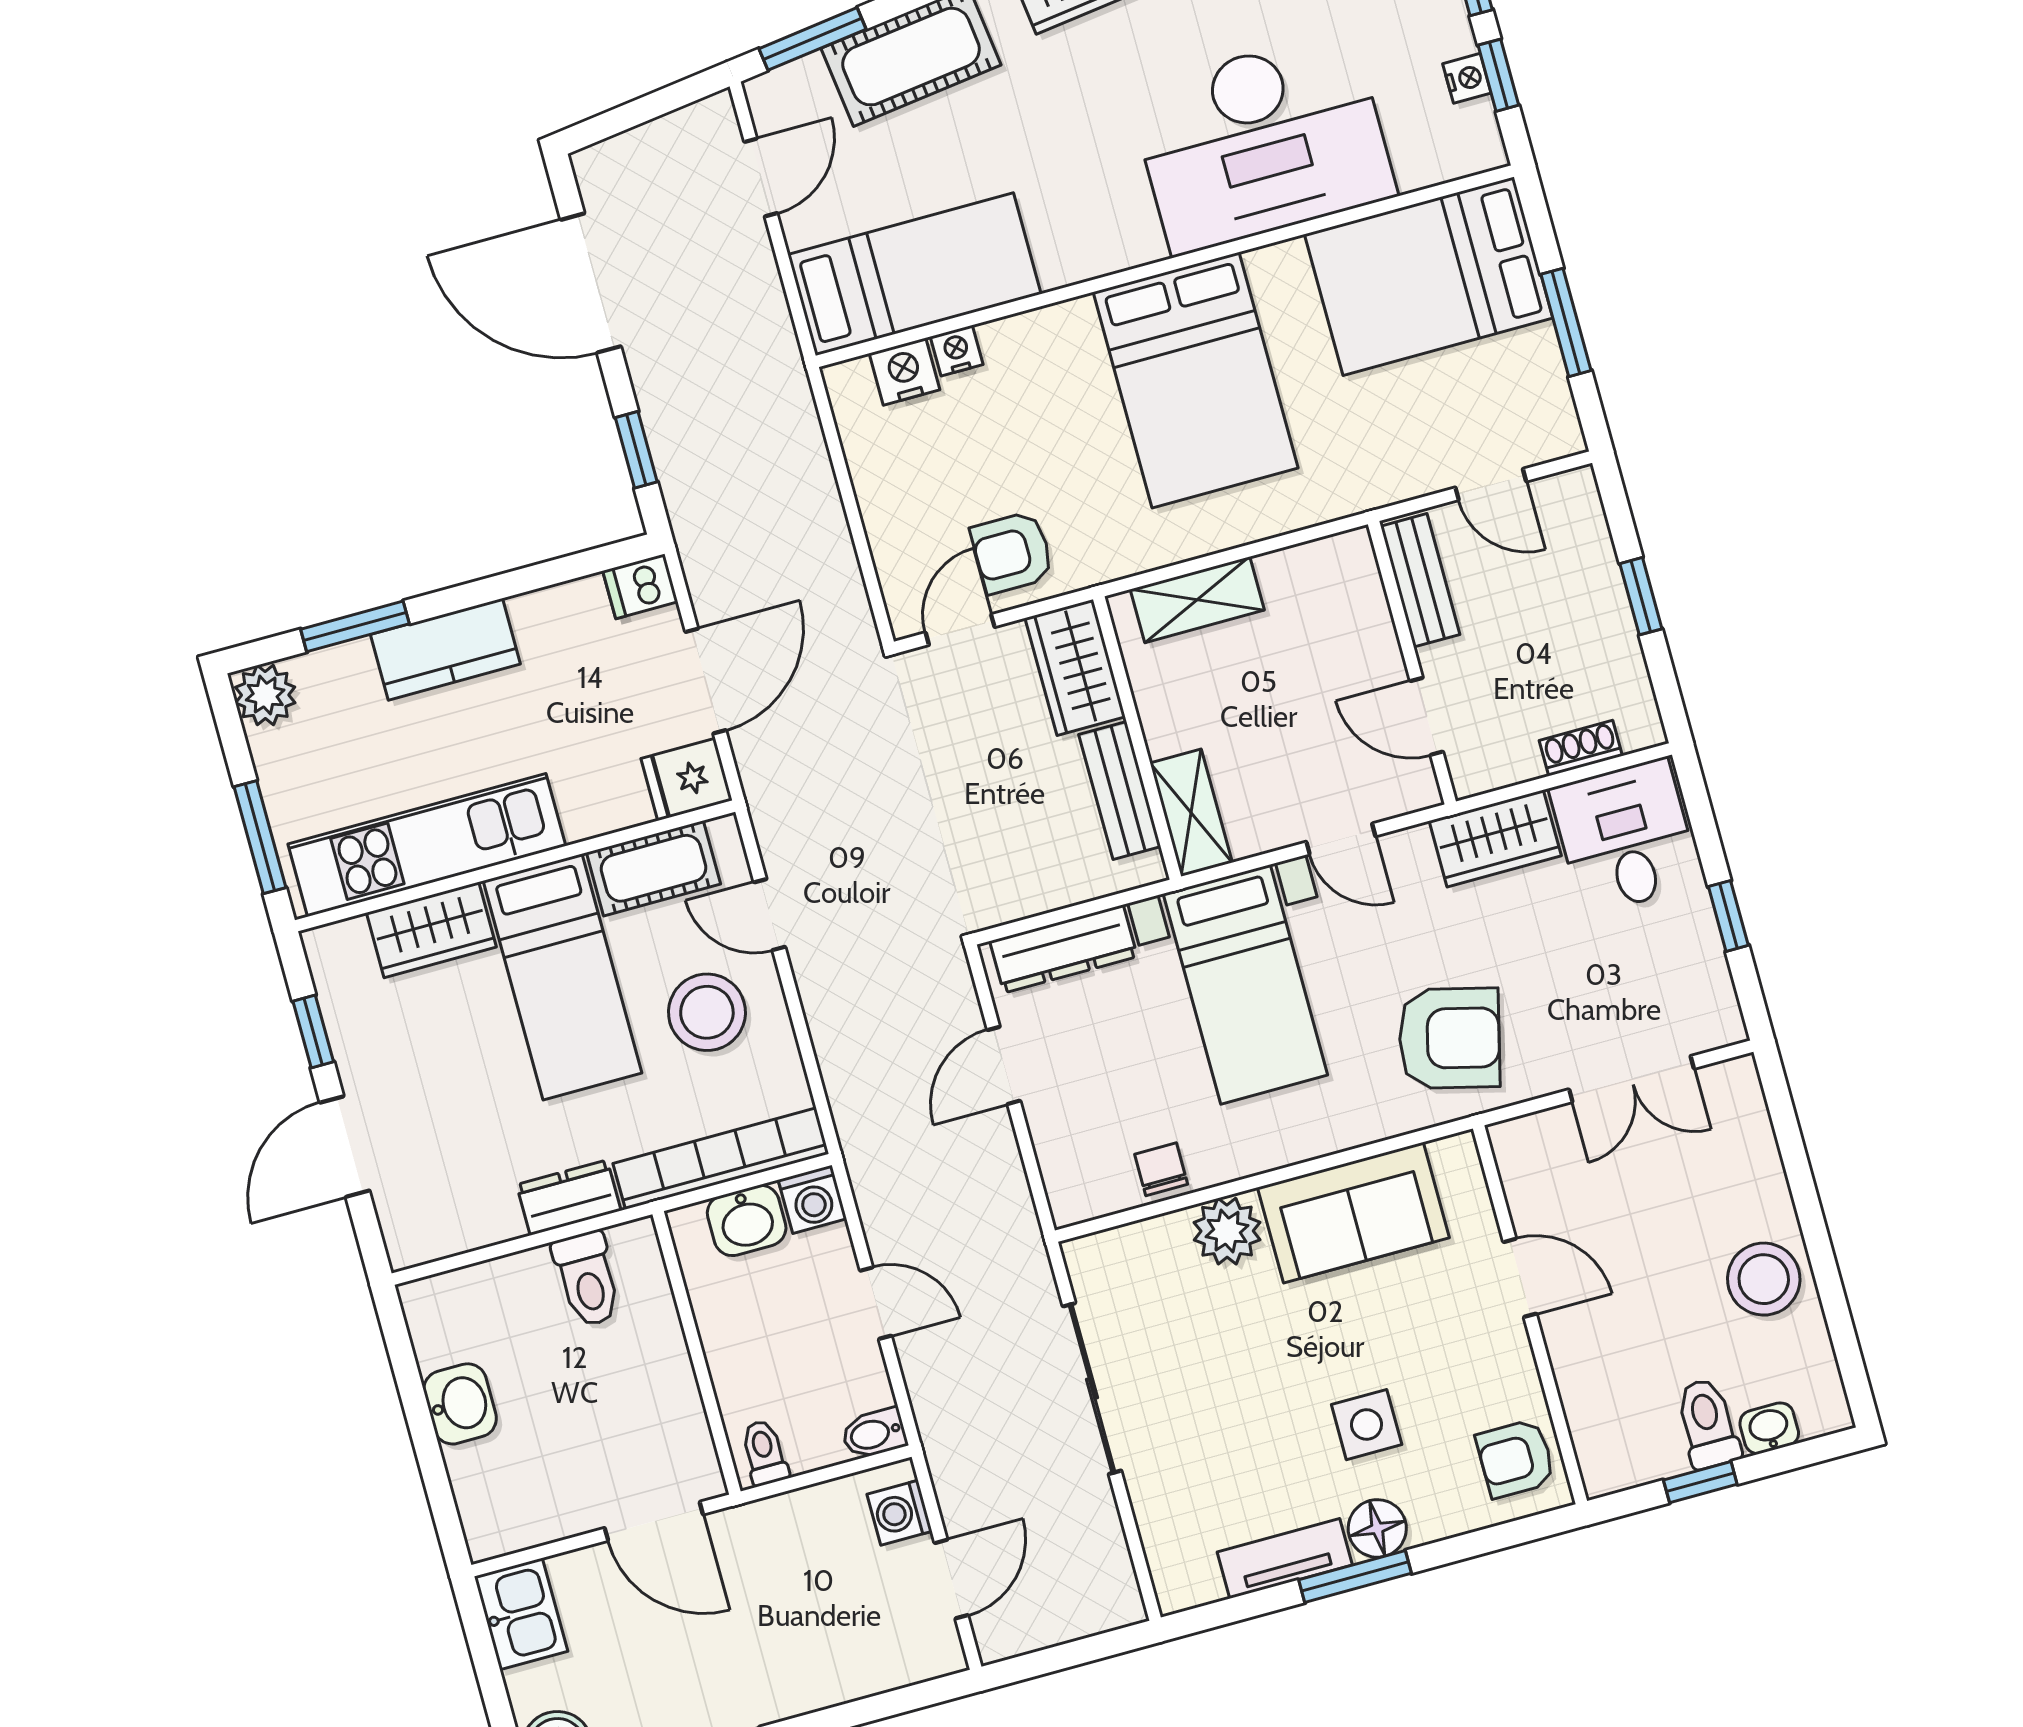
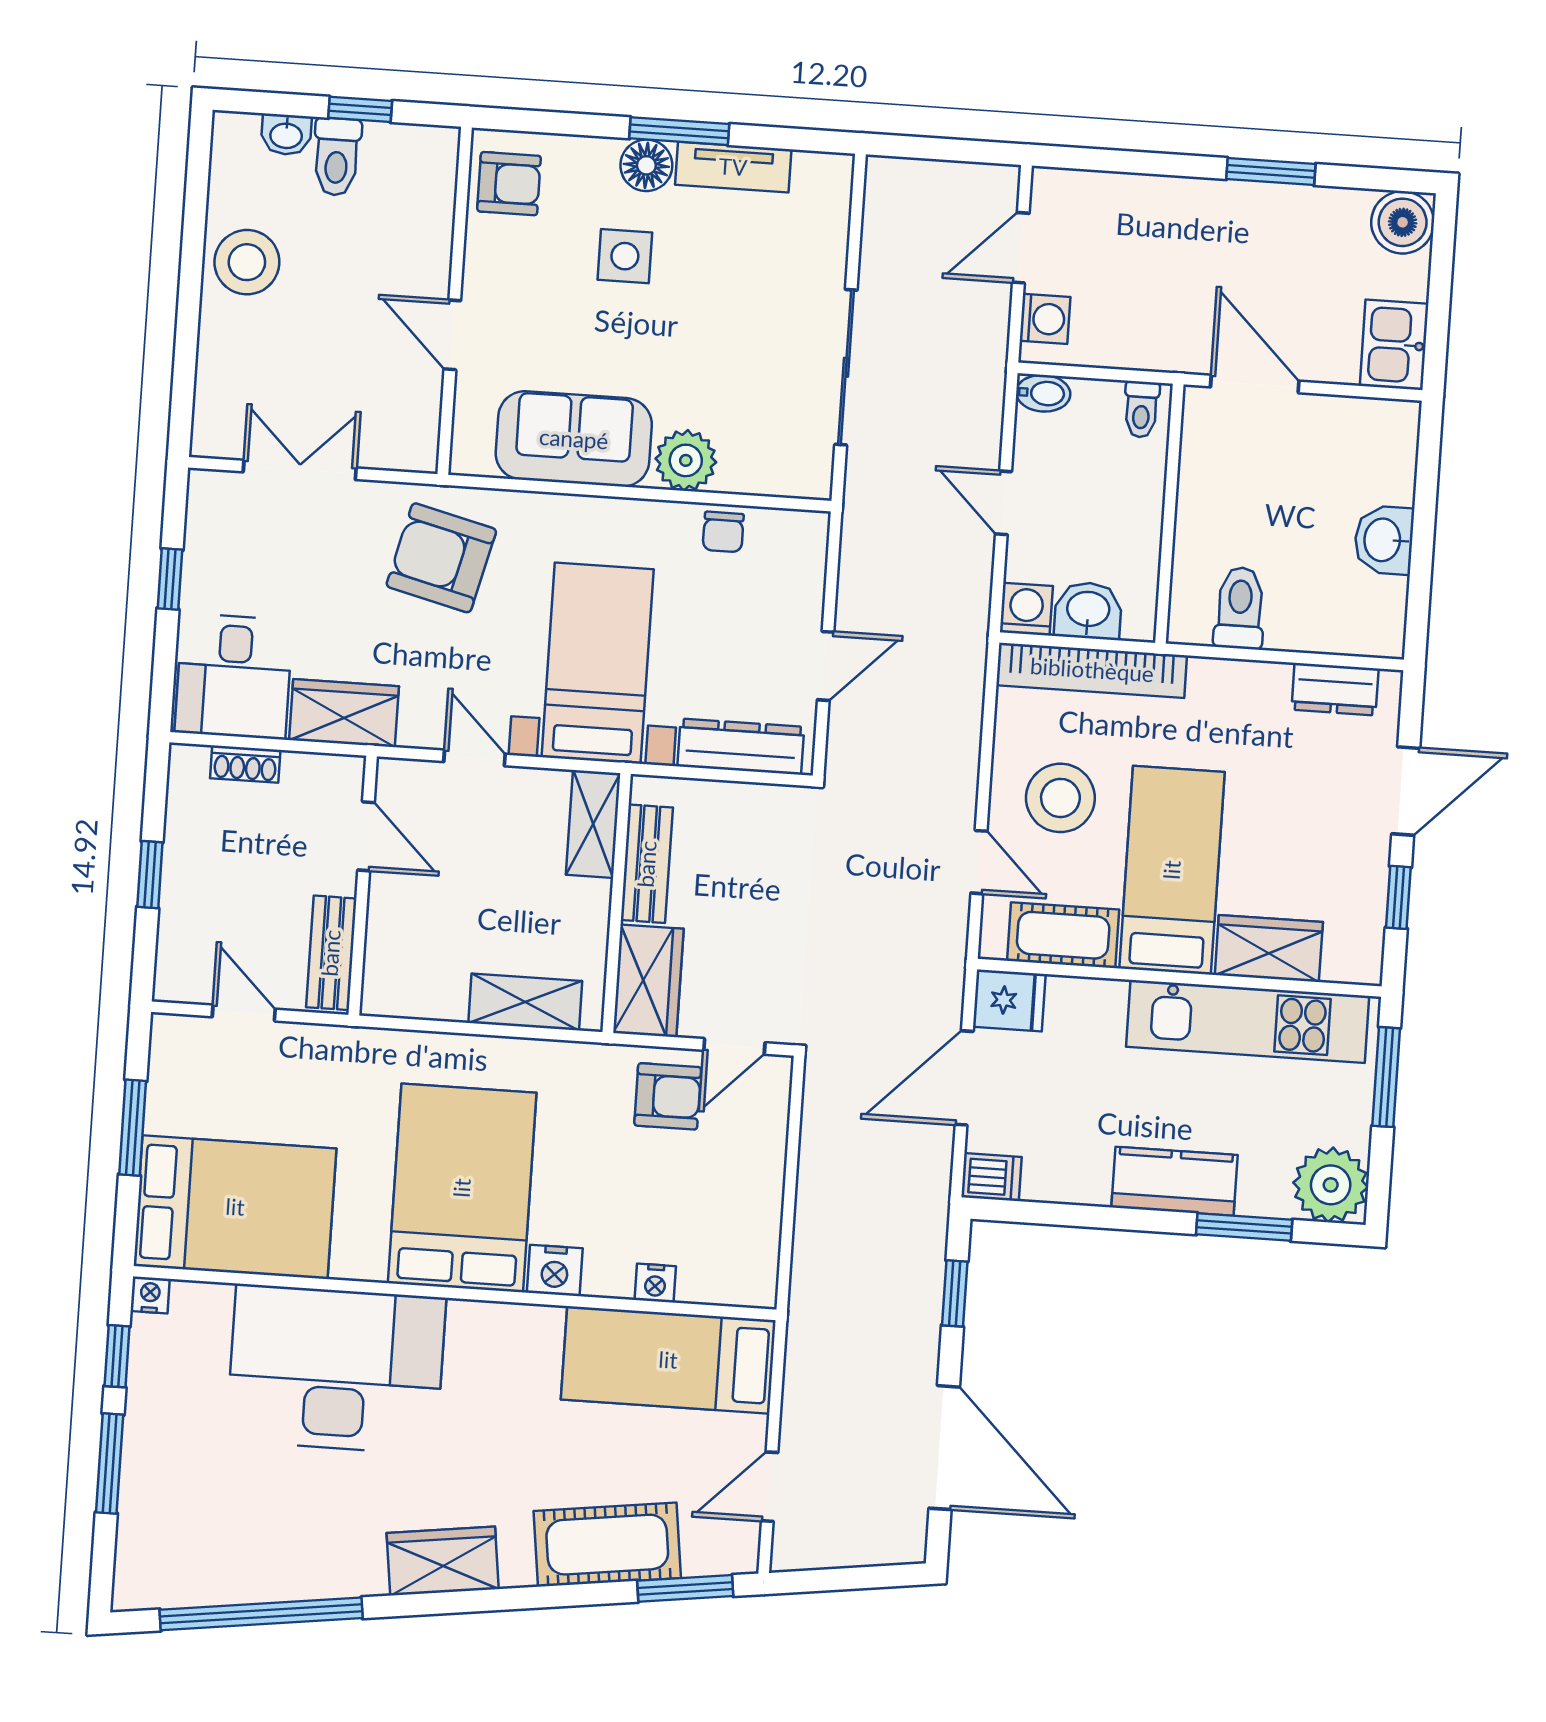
nightstand: (1467, 78) -> (150, 1295), moved, turned 90
nightstand: (904, 371) -> (555, 1270), moved
plant: (265, 695) -> (1331, 1185), width x1.36, depth x1.36
dresser: (569, 1198) -> (1335, 689), moved

